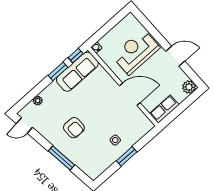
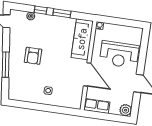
reception desk: (136, 52) -> (119, 54), turned 180
window: (76, 56) -> (41, 10), moved
sofa: (77, 72) -> (82, 39), moved, turned 90
window: (127, 156) -> (44, 108), removed

